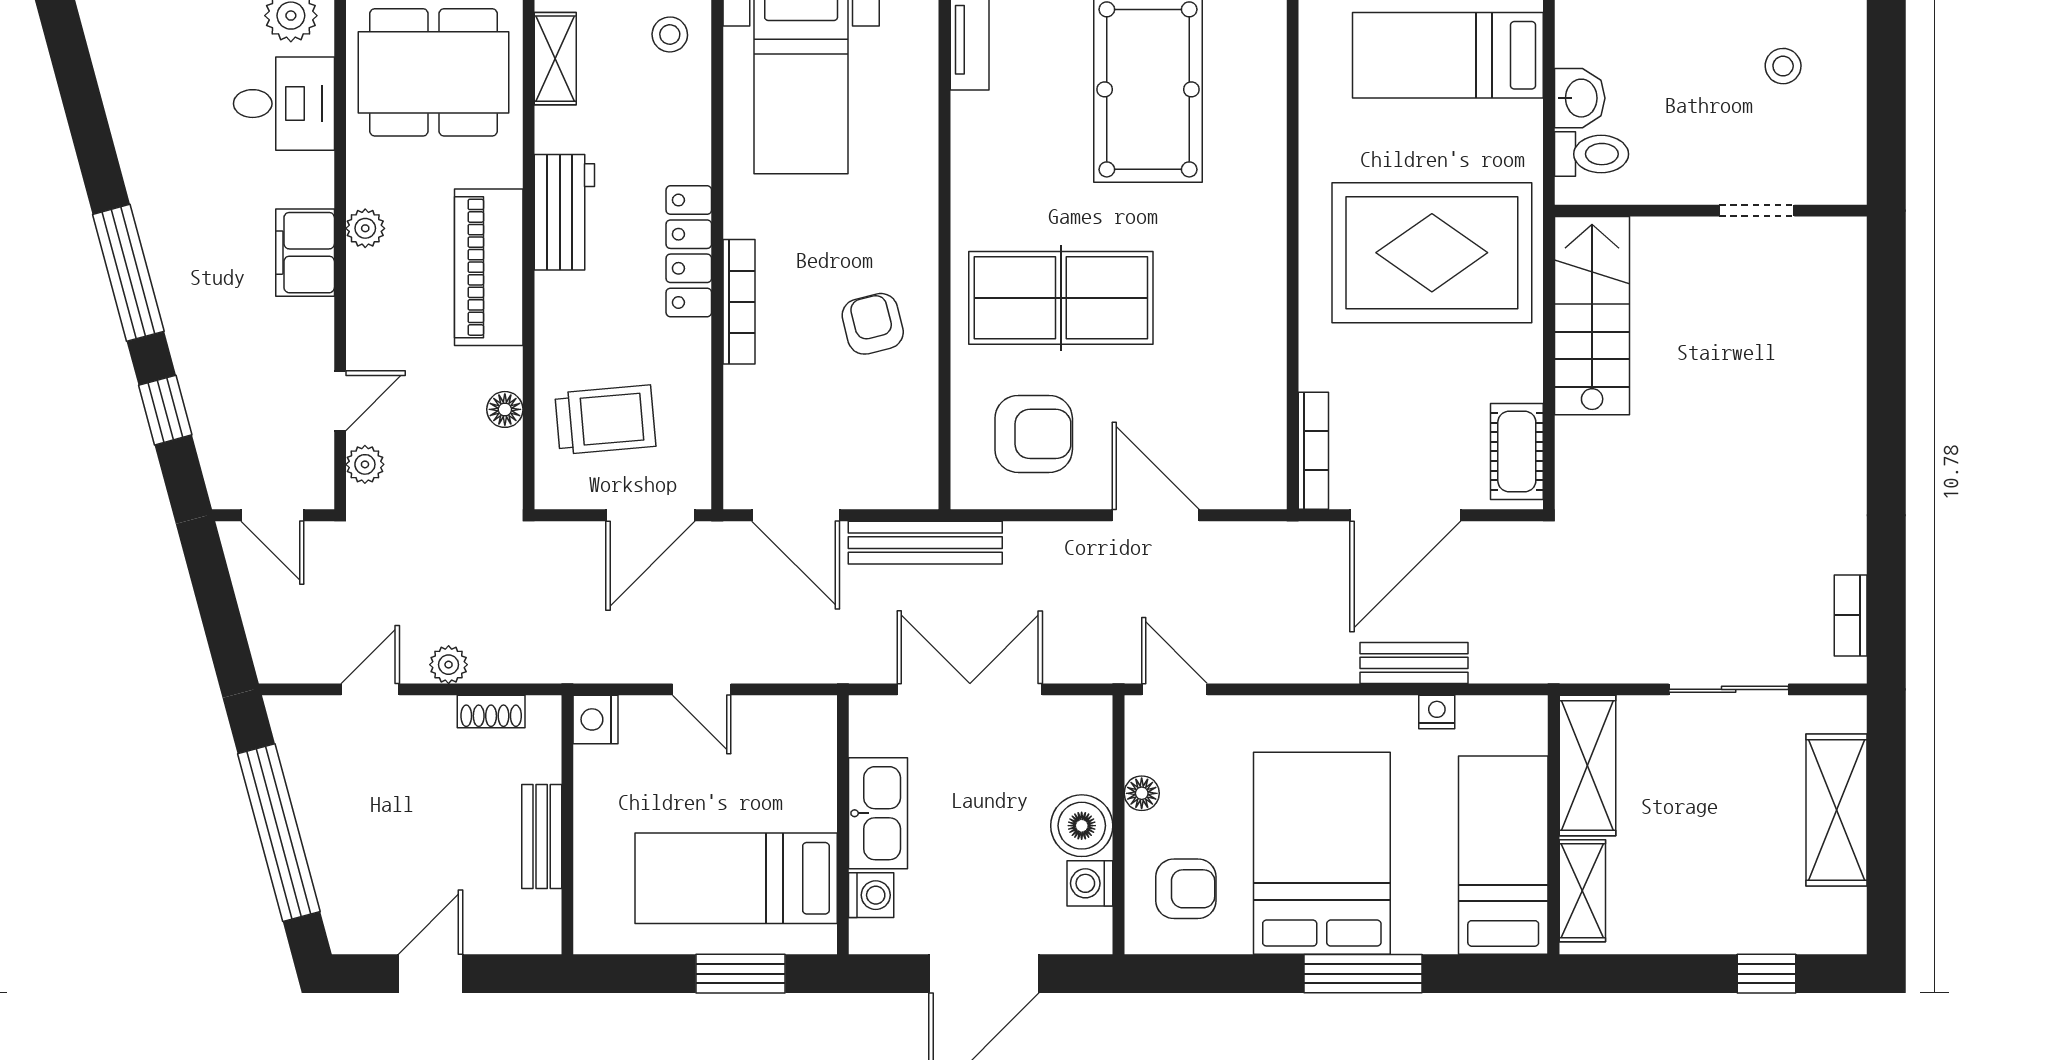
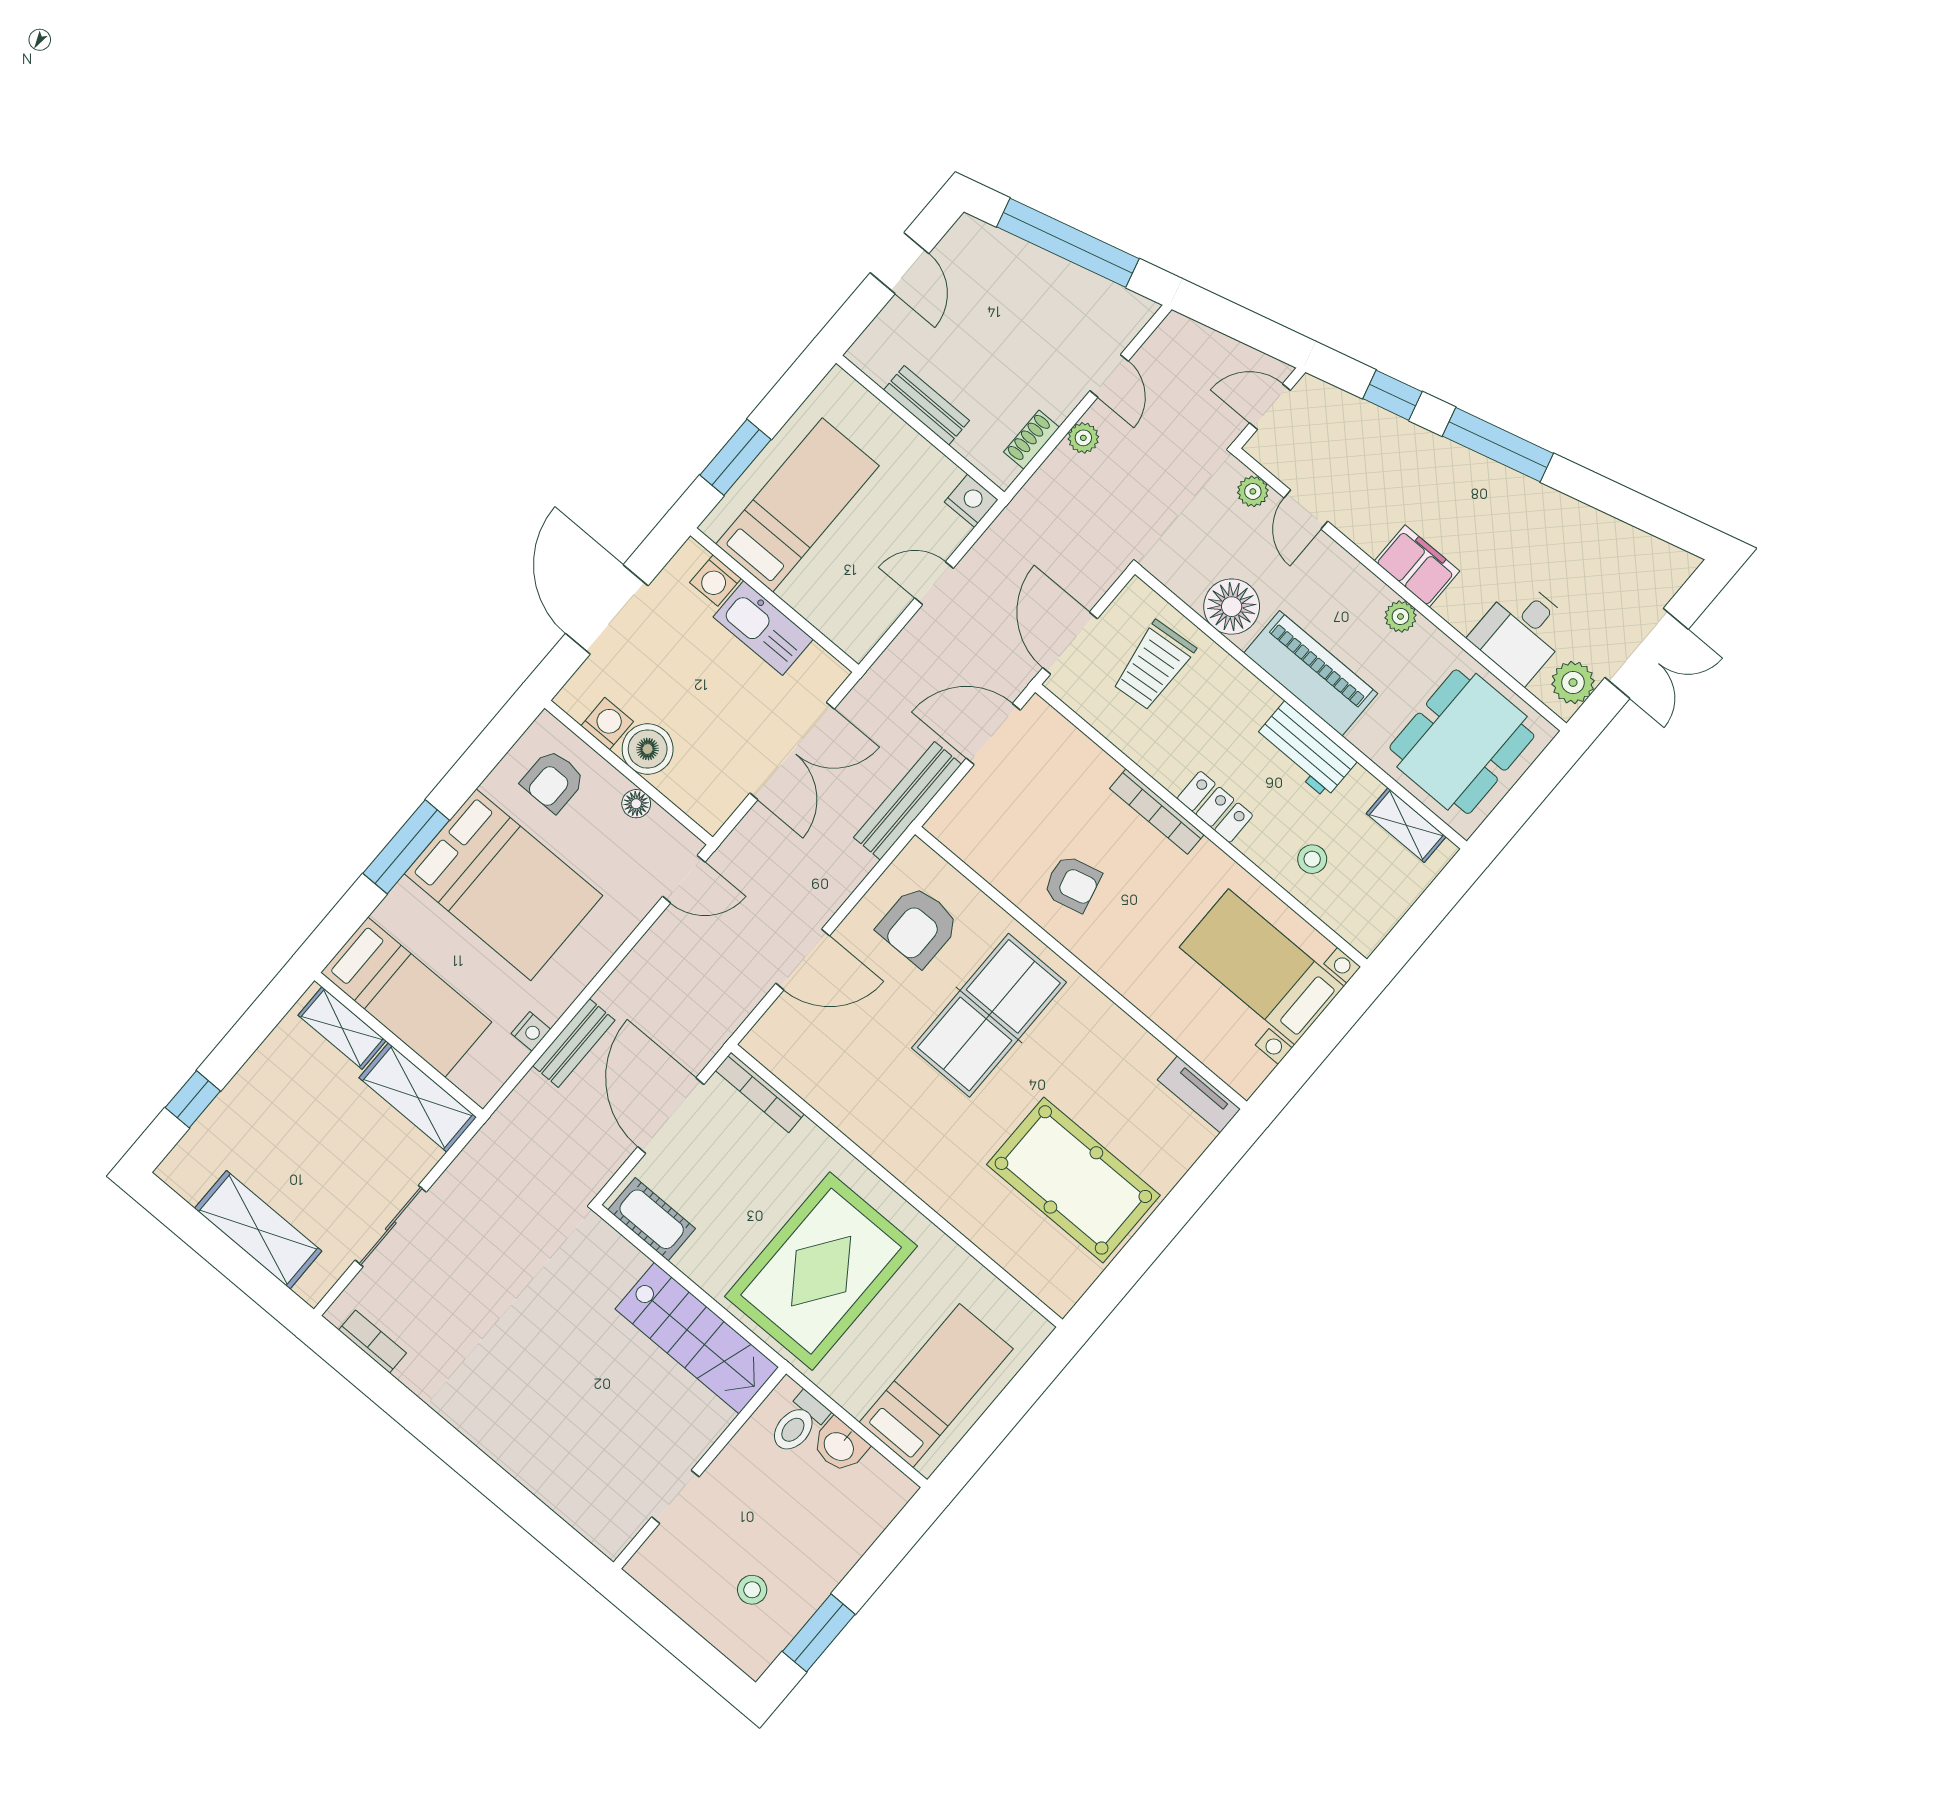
stool: (670, 34) -> (1312, 859), moved
locker: (689, 251) -> (1215, 807), width x0.66
floor lamp: (505, 409) -> (1232, 607), width x1.89, depth x1.89

